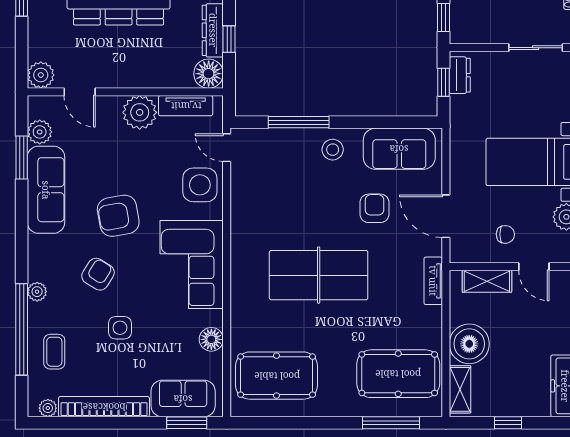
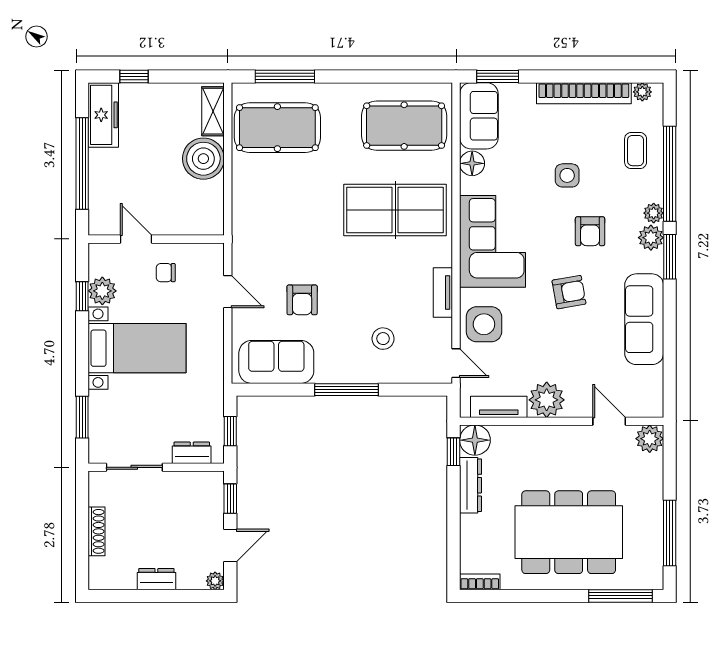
window: (229, 39) -> (454, 452), moved
dresser: (460, 75) -> (192, 453), moved, turned 90
window: (299, 122) -> (346, 390), moved
plant: (40, 132) -> (651, 238), moved
stool: (333, 150) -> (383, 339), moved
window: (22, 158) -> (670, 257), moved
armchair: (118, 216) -> (569, 292), width x0.72, depth x0.72
door: (446, 216) -> (228, 292), width x0.73
armchair: (98, 274) -> (590, 231), turned -32
table tennis table: (319, 275) -> (395, 210), moved
tv unit: (433, 281) -> (443, 292), moved, turned 180
shelving: (487, 281) -> (185, 224), removed
sofa: (183, 399) -> (479, 116), moved, turned -90
window: (508, 423) -> (134, 76), moved

